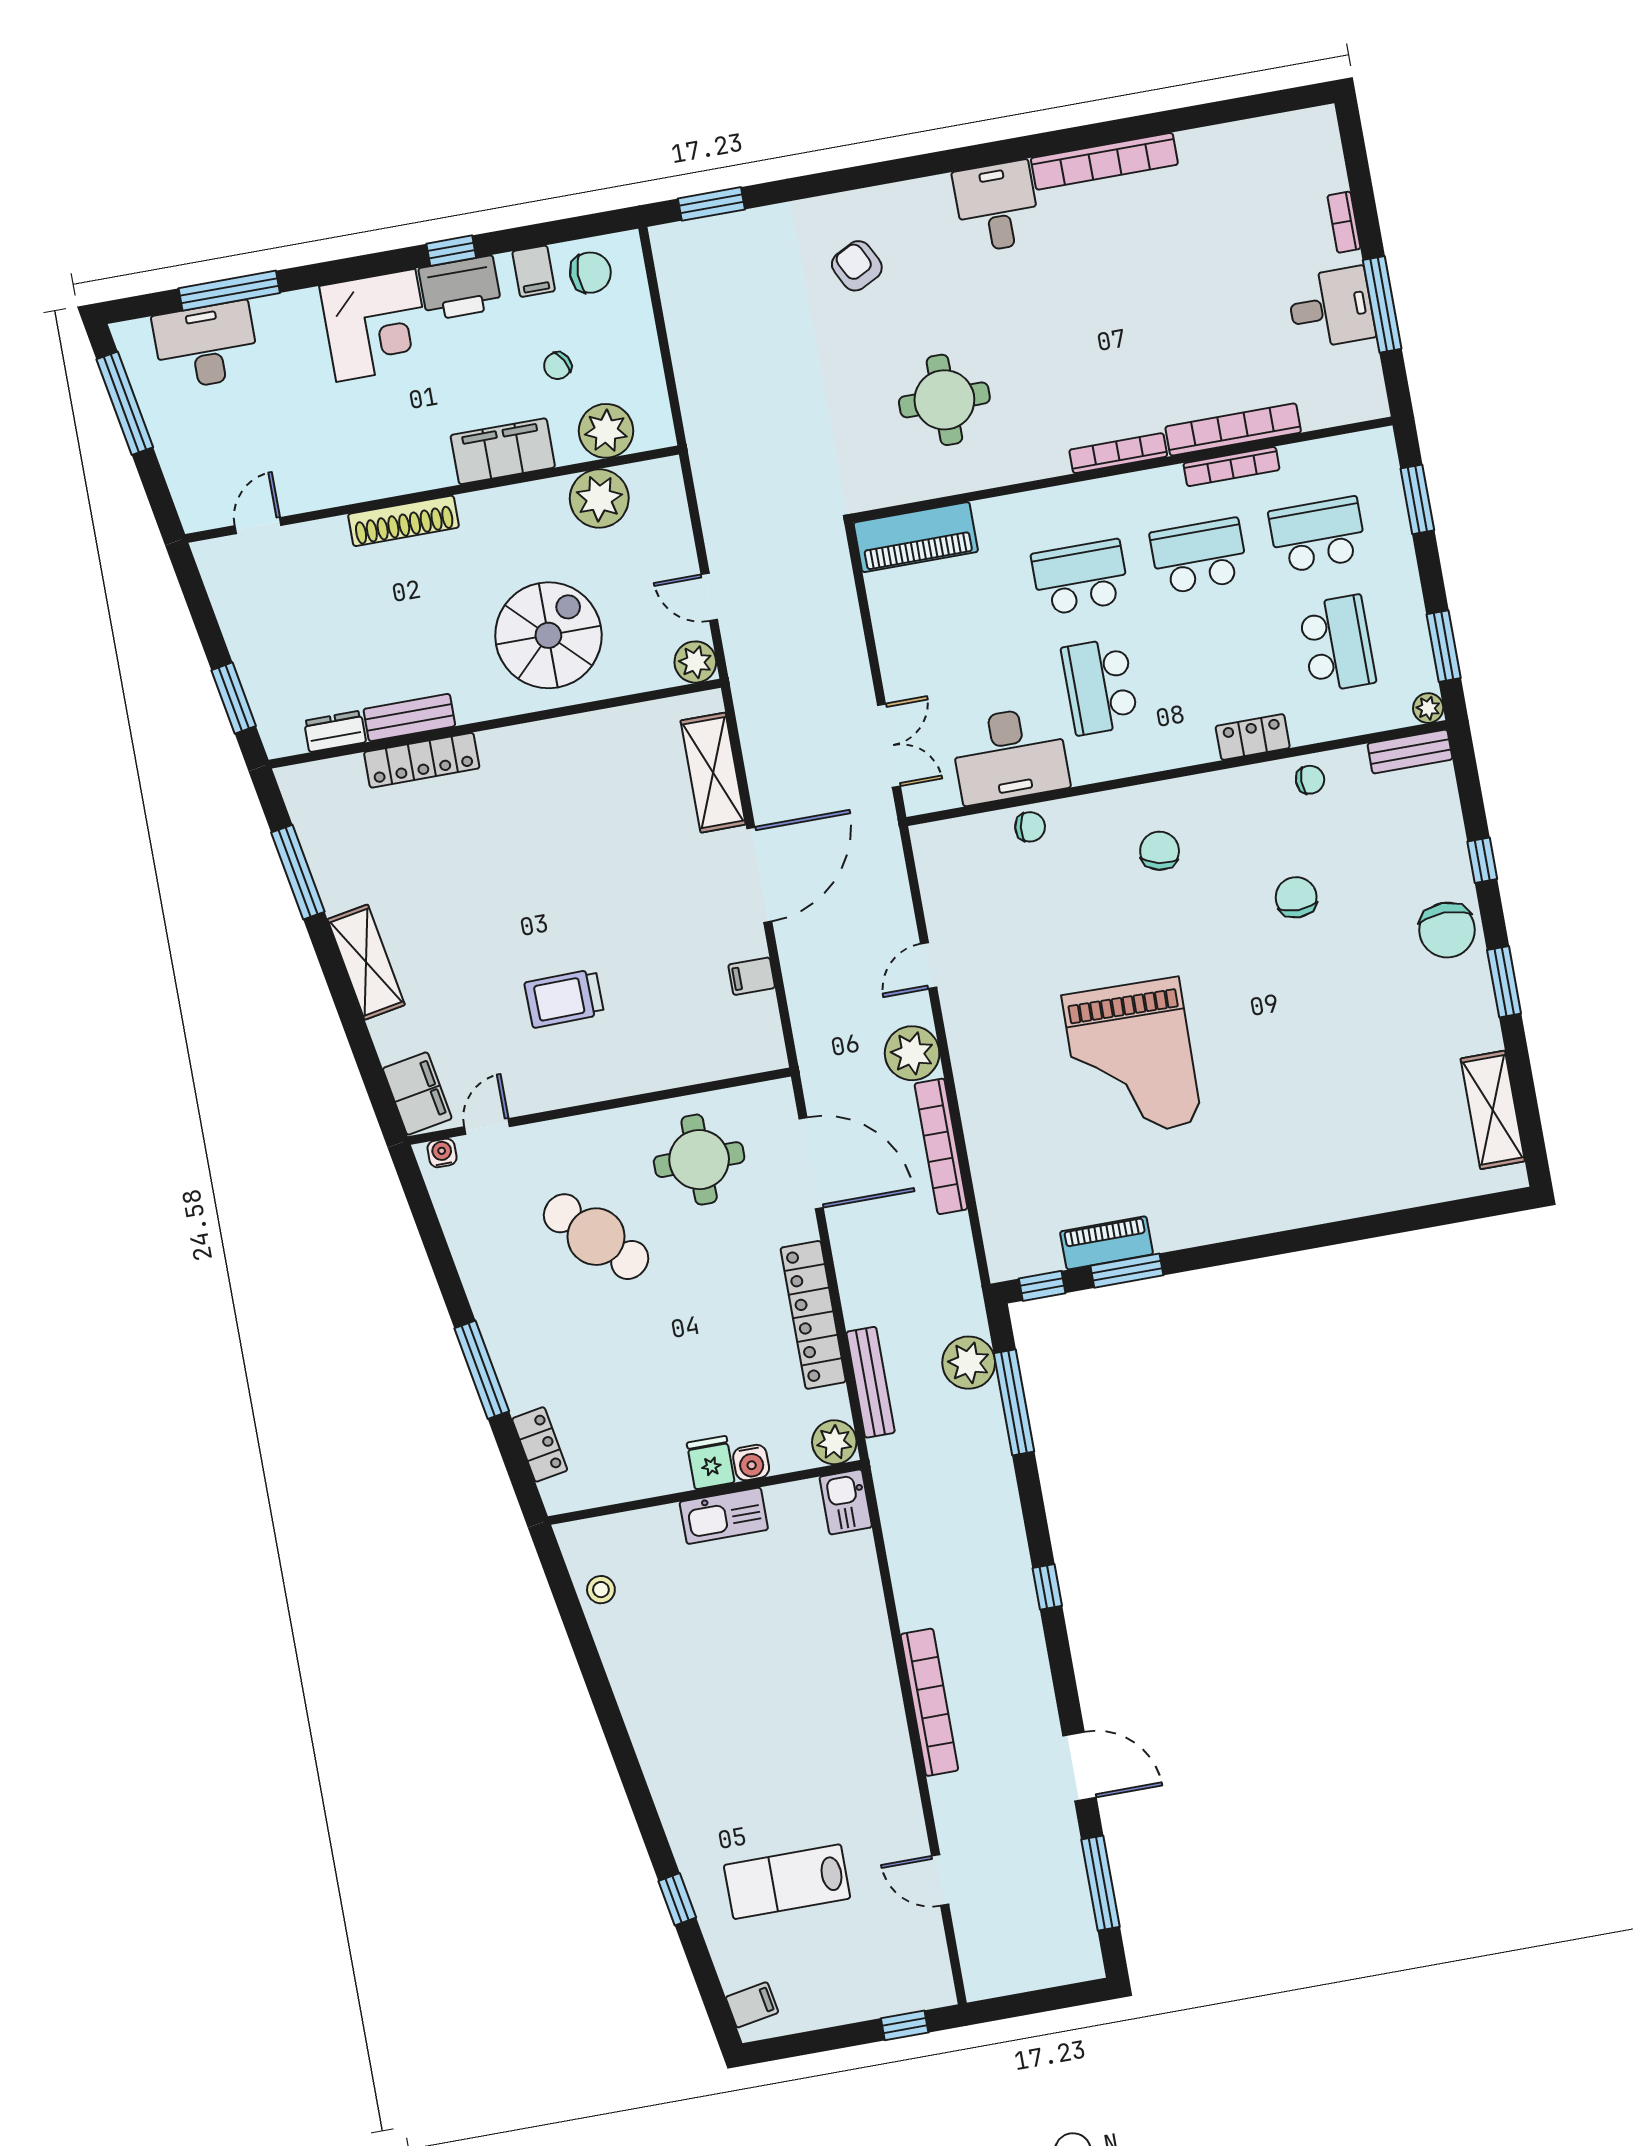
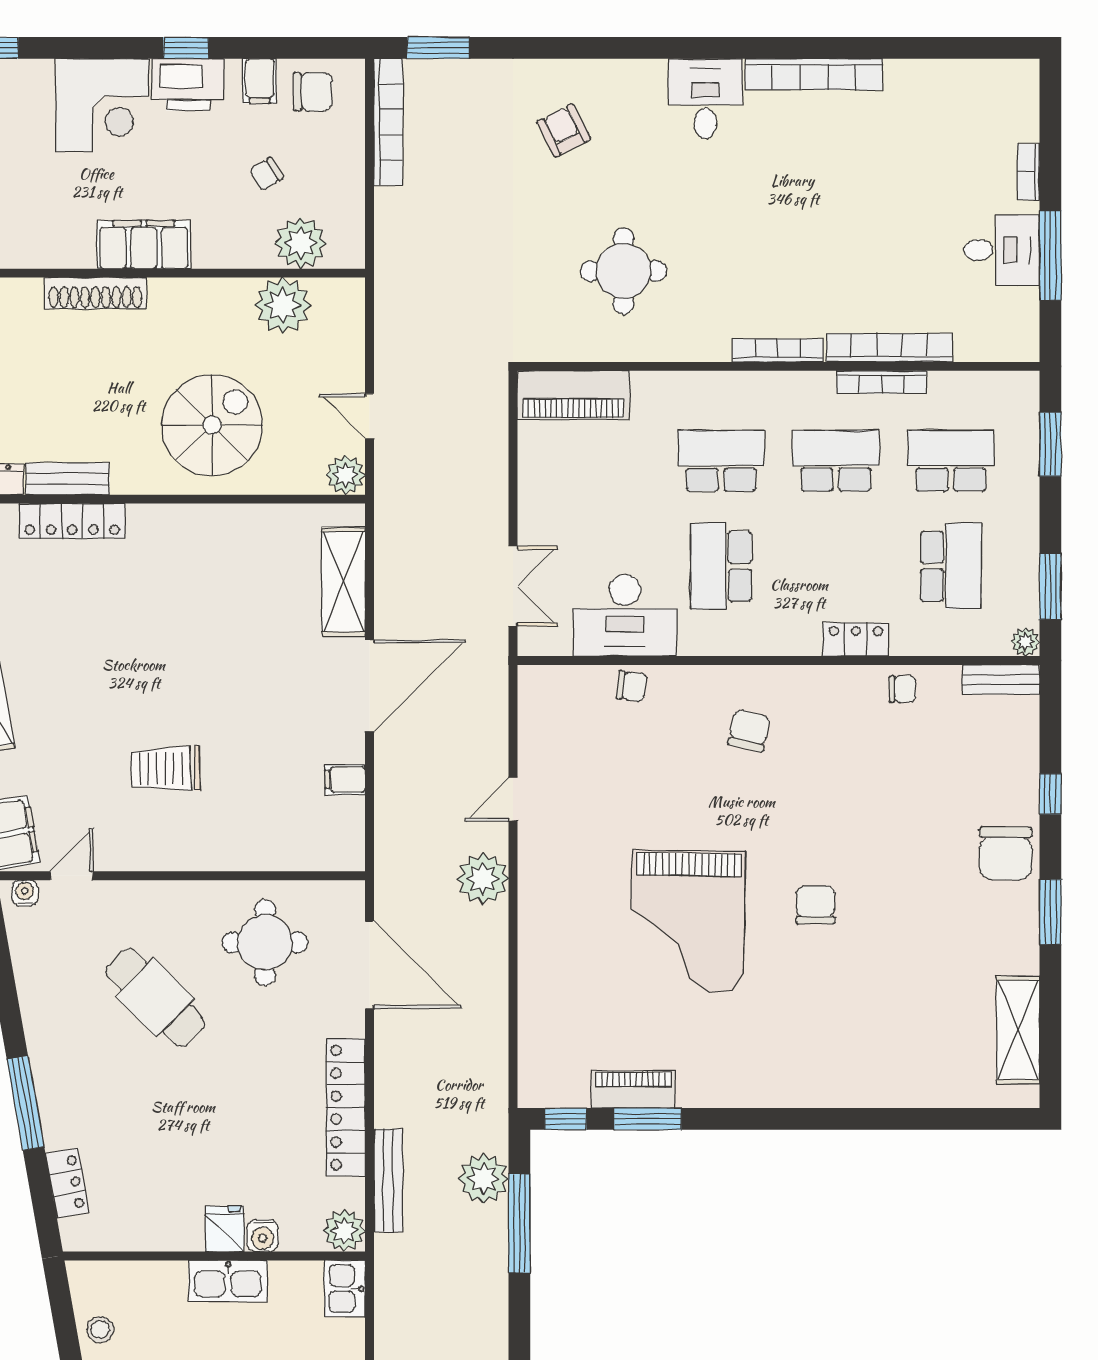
filing cabinet: (503, 451) -> (144, 245), moved
chair: (1296, 897) -> (816, 905), moved
bookcase: (941, 1146) -> (388, 122), moved, turned 180

